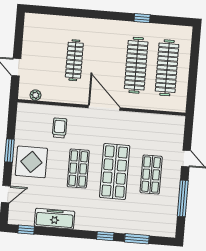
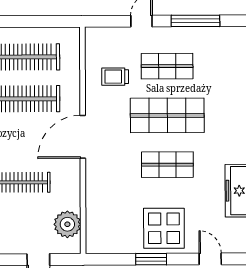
plant: (35, 95) -> (67, 224), width x1.88, depth x1.88
trolley: (60, 128) -> (115, 77), moved

